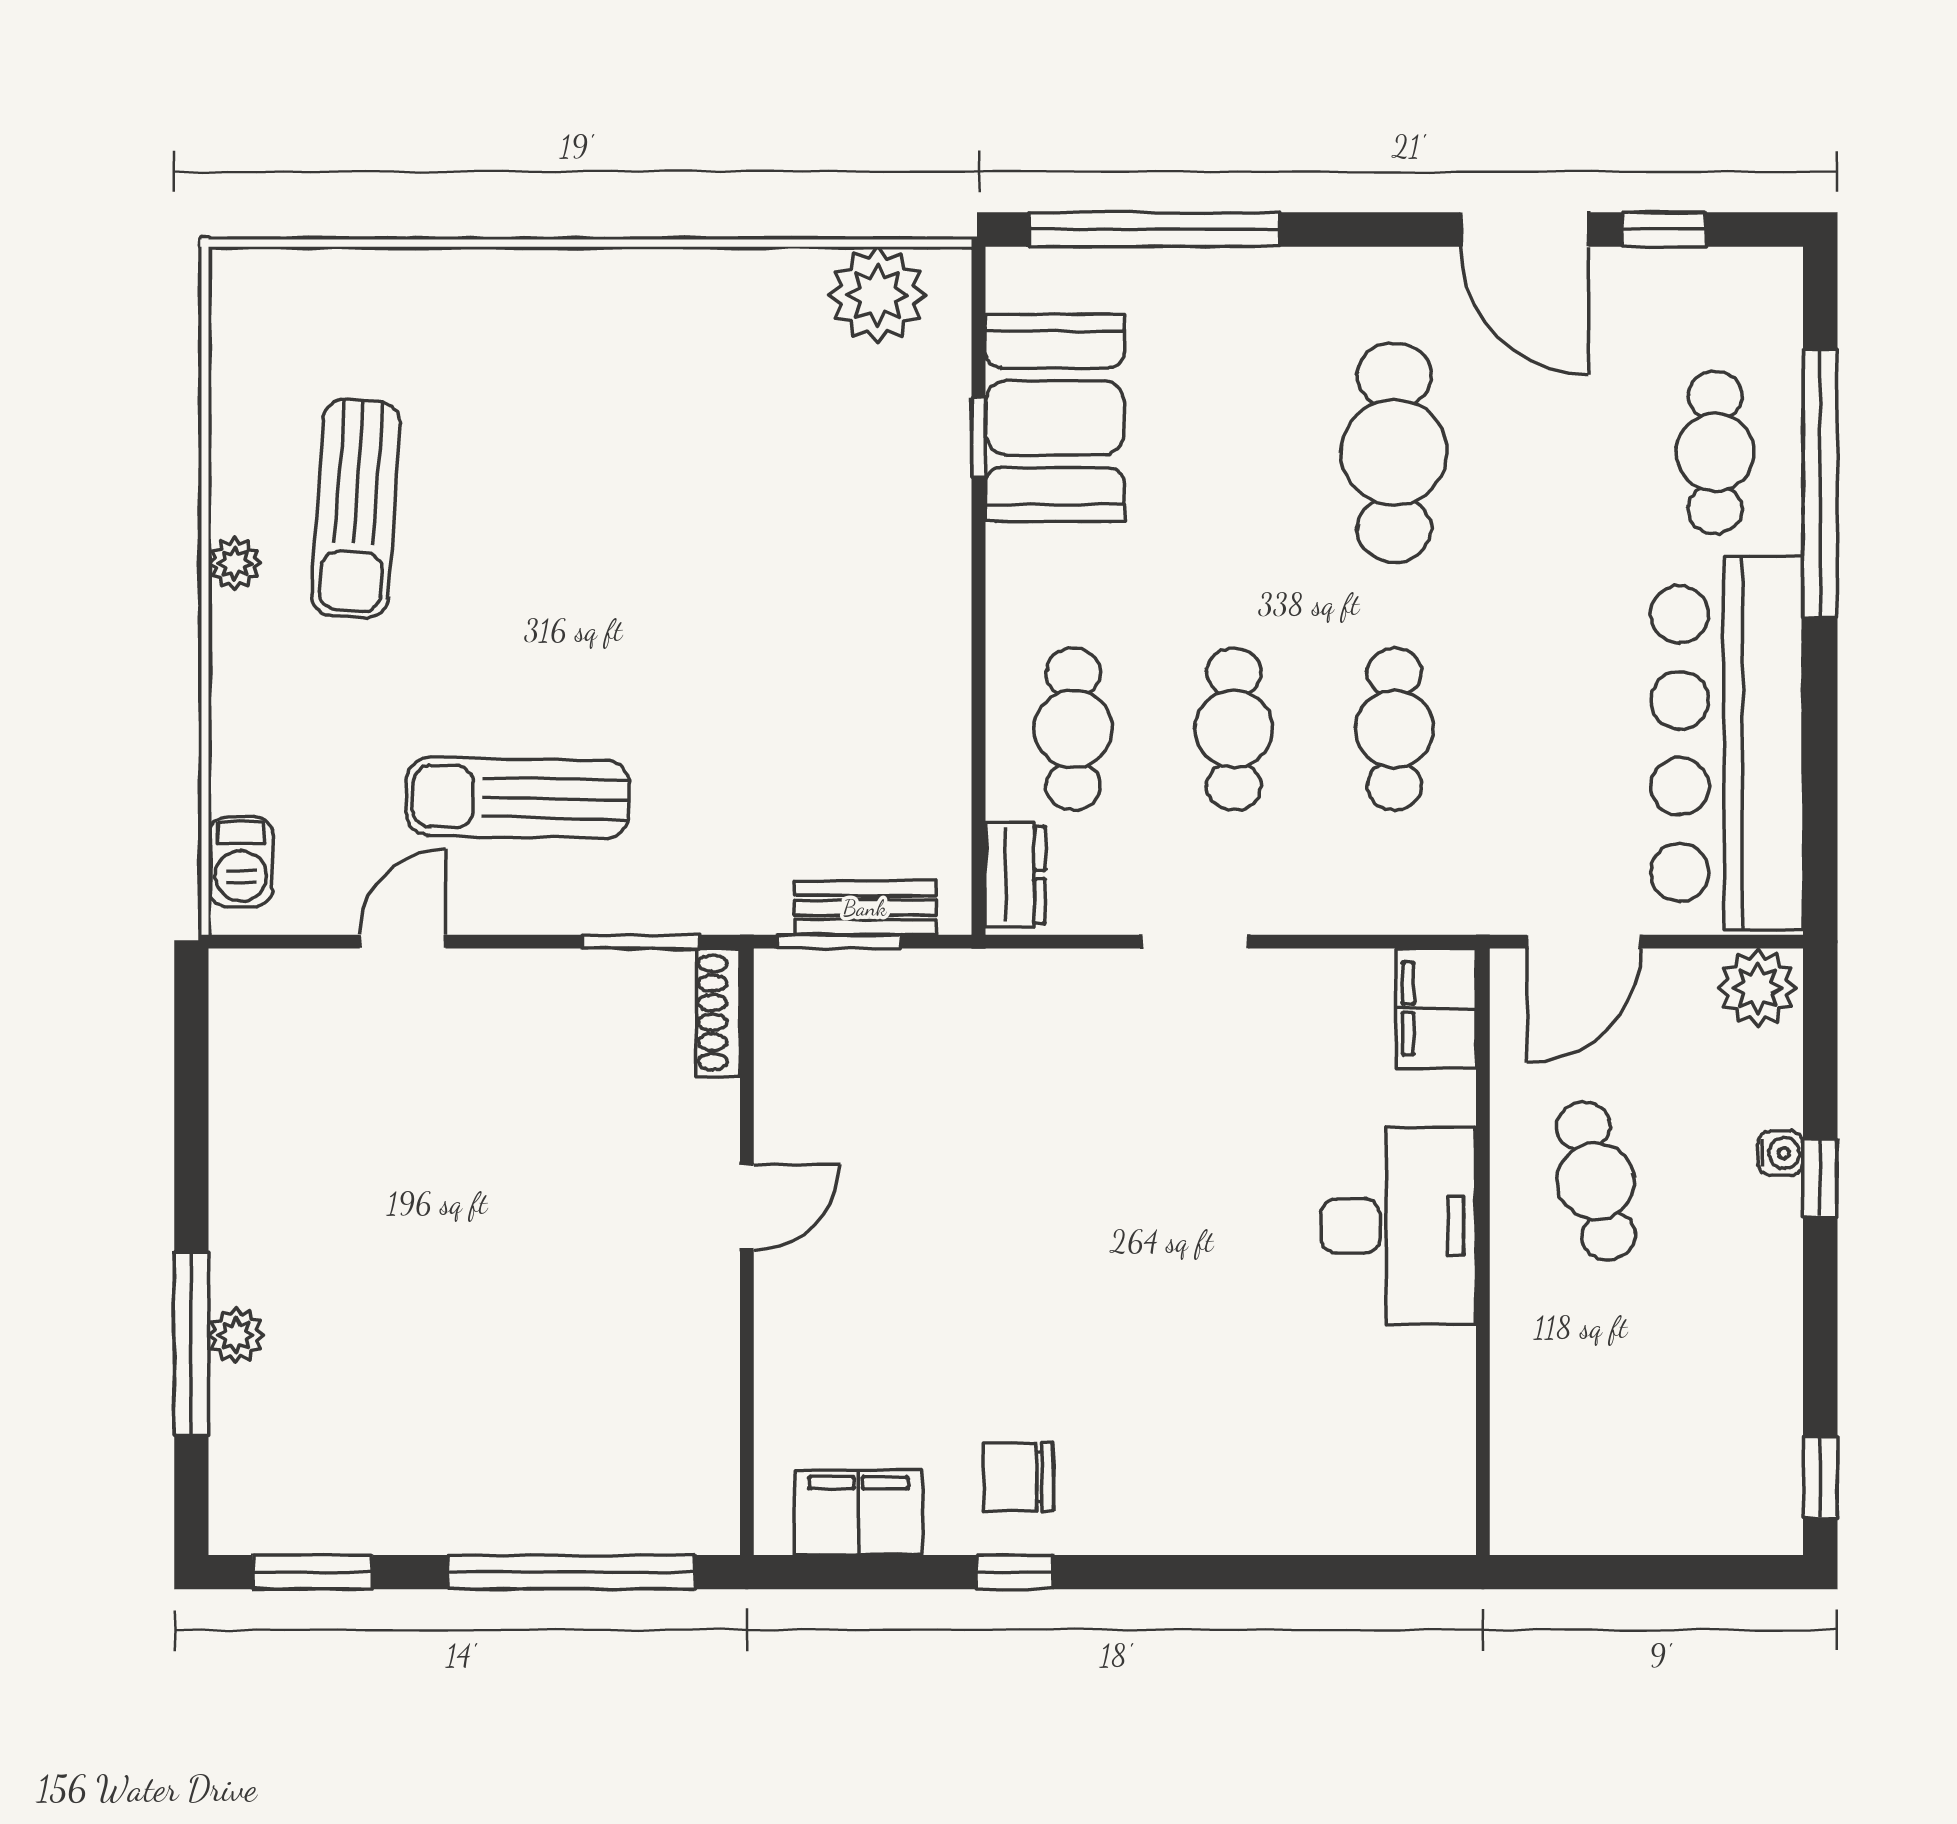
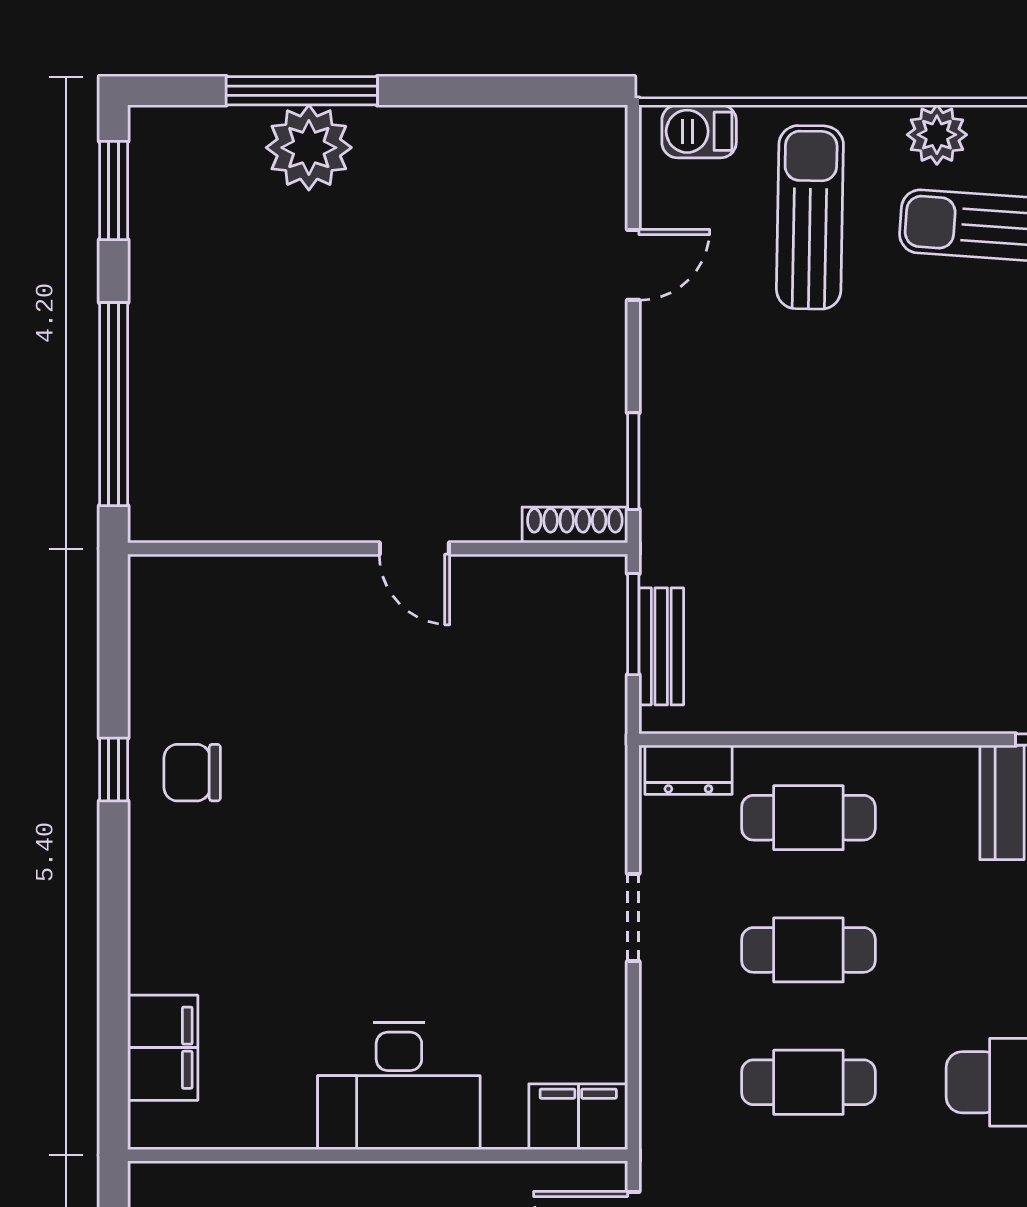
plant: (235, 563) -> (937, 135), width x1.38, depth x1.38
sun lounger: (518, 798) -> (810, 217), moved
door: (403, 942) -> (633, 265), hinge flipped
plant: (236, 1335) -> (309, 148), width x1.88, depth x1.88
chair: (1019, 1477) -> (192, 773), turned -90
filing cabinet: (858, 1512) -> (163, 1048), moved

